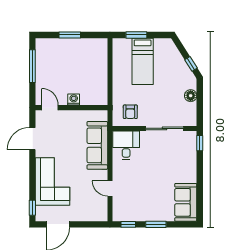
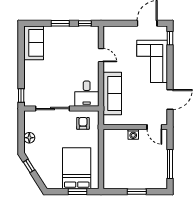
bed: (143, 61) -> (77, 168), width x1.50

